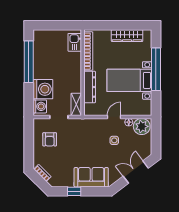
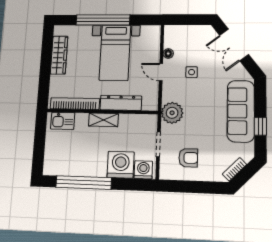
shelving: (76, 104) -> (103, 120), moved
plant: (142, 126) -> (172, 113), moved
sofa: (91, 177) -> (241, 111), width x1.36

